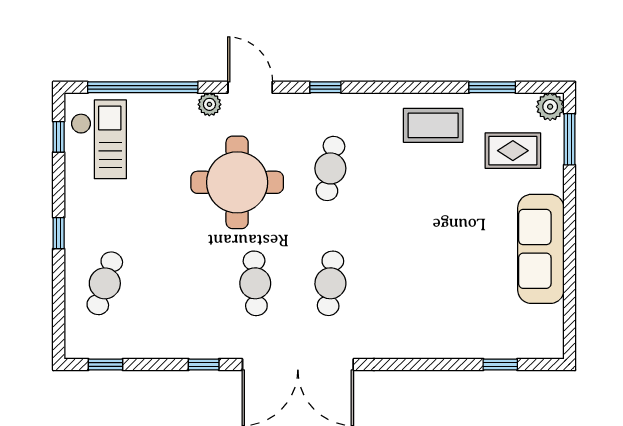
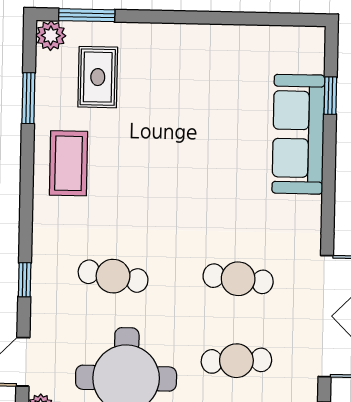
sofa: (541, 249) -> (298, 134), moved, turned 90

